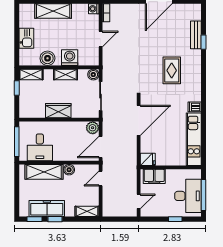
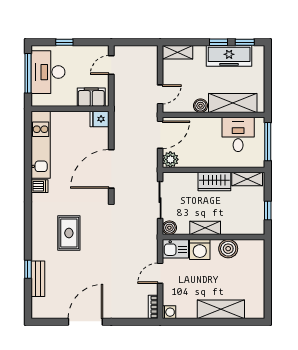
kitchen sink: (26, 38) -> (175, 249), moved, turned -90
shelving: (31, 74) -> (247, 179), moved

